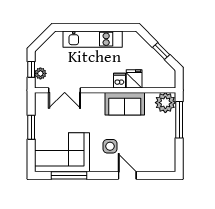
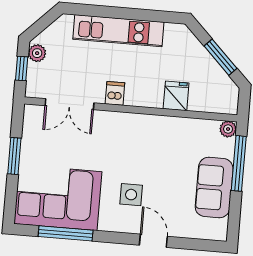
window: (161, 51) -> (220, 57), width x1.50
plant: (40, 73) -> (37, 53), moved
dishwasher: (119, 81) -> (115, 93), moved
plant: (165, 103) -> (228, 129), width x0.53, depth x0.53
sofa: (125, 104) -> (214, 188), moved, turned 90

